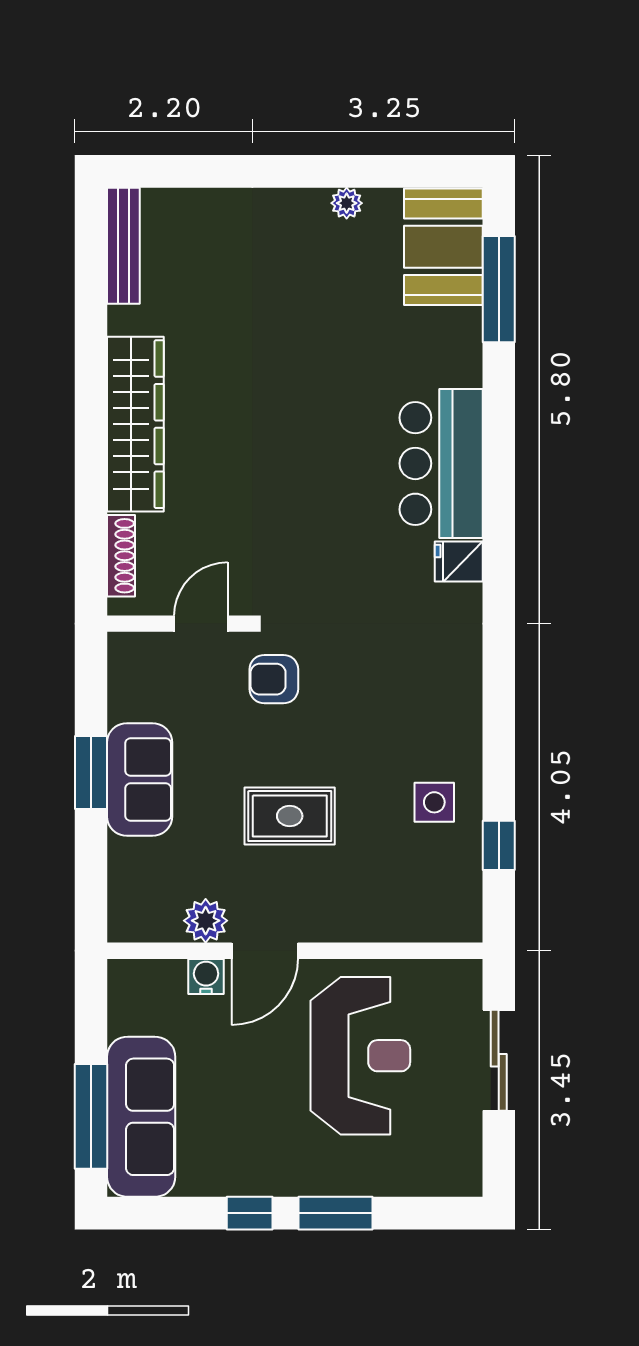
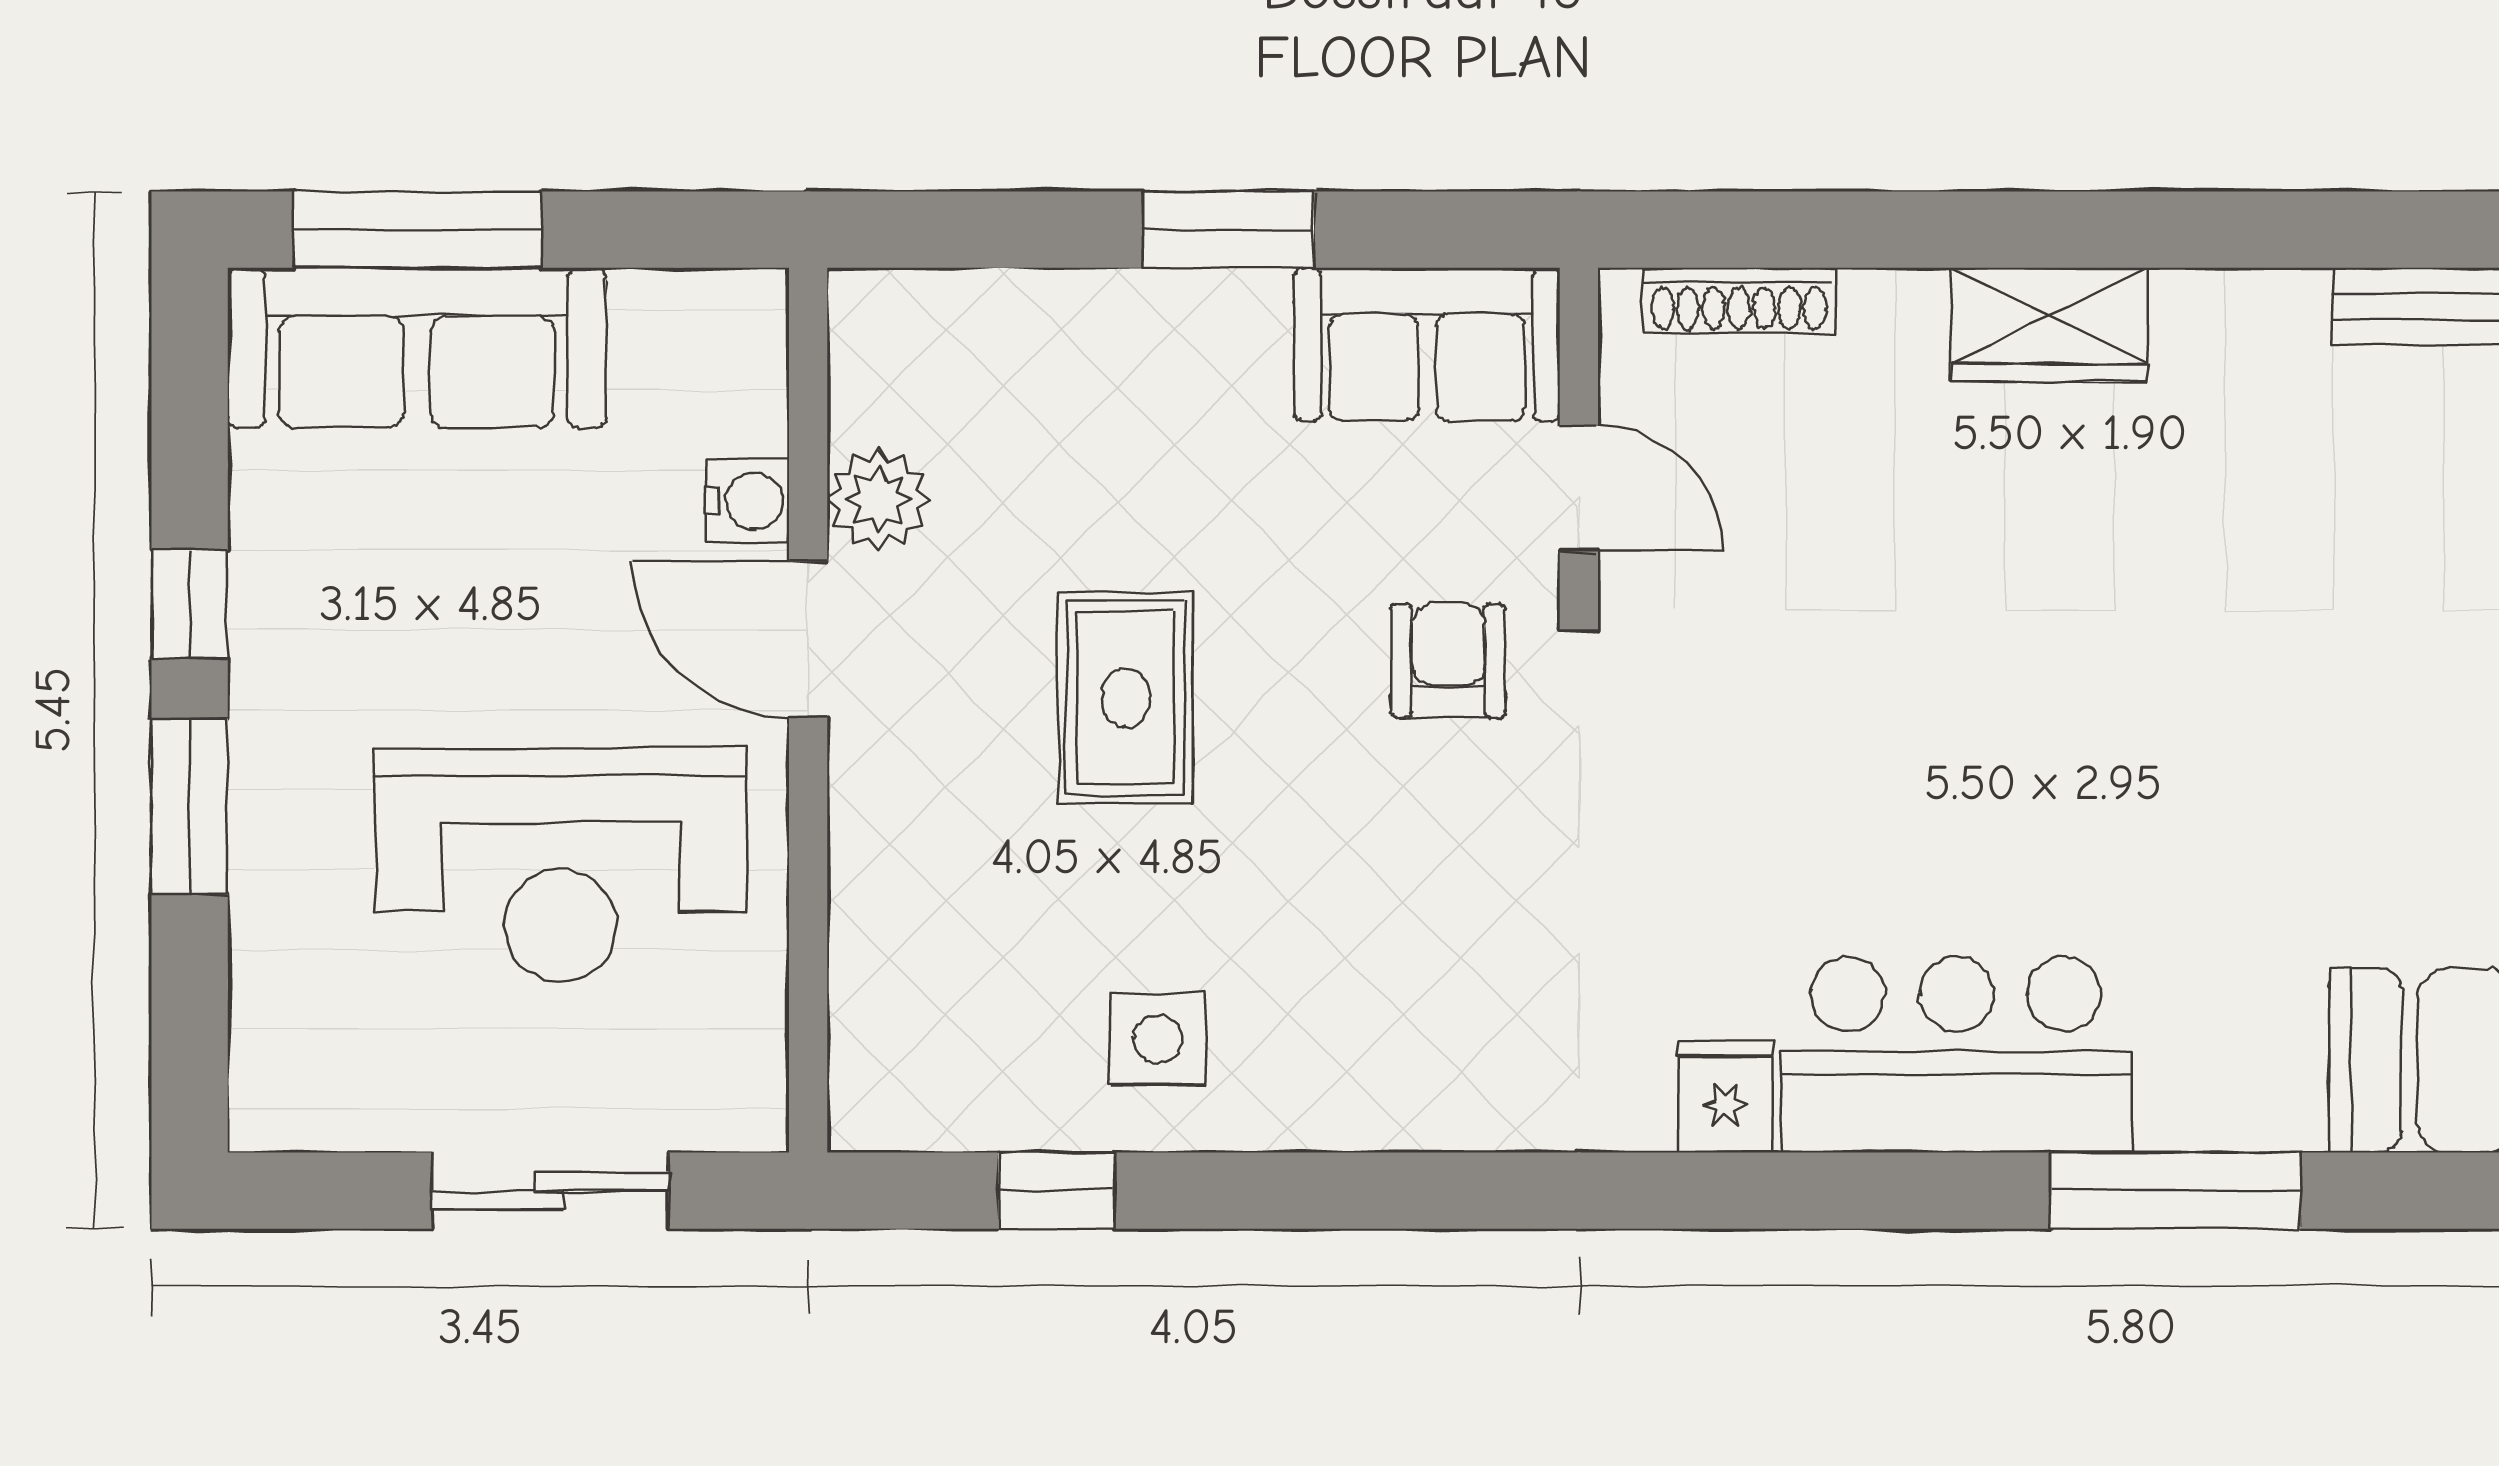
window: (499, 289) -> (2175, 1191), moved
wardrobe: (135, 424) -> (2049, 325), width x0.48, depth x0.85
sofa: (140, 780) -> (1427, 344), moved

